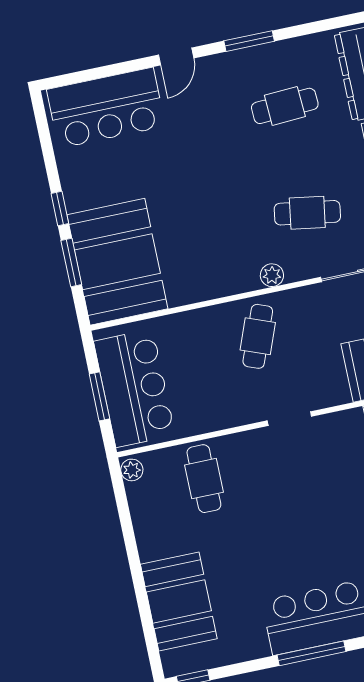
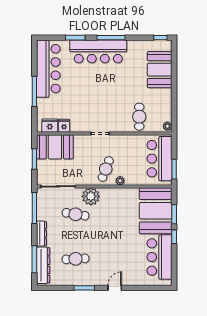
bar counter: (106, 108) -> (159, 257), moved, turned -90
plant: (272, 275) -> (91, 196), width x1.87, depth x1.87
plant: (218, 316) -> (120, 181), added
window: (99, 396) -> (174, 169), moved

